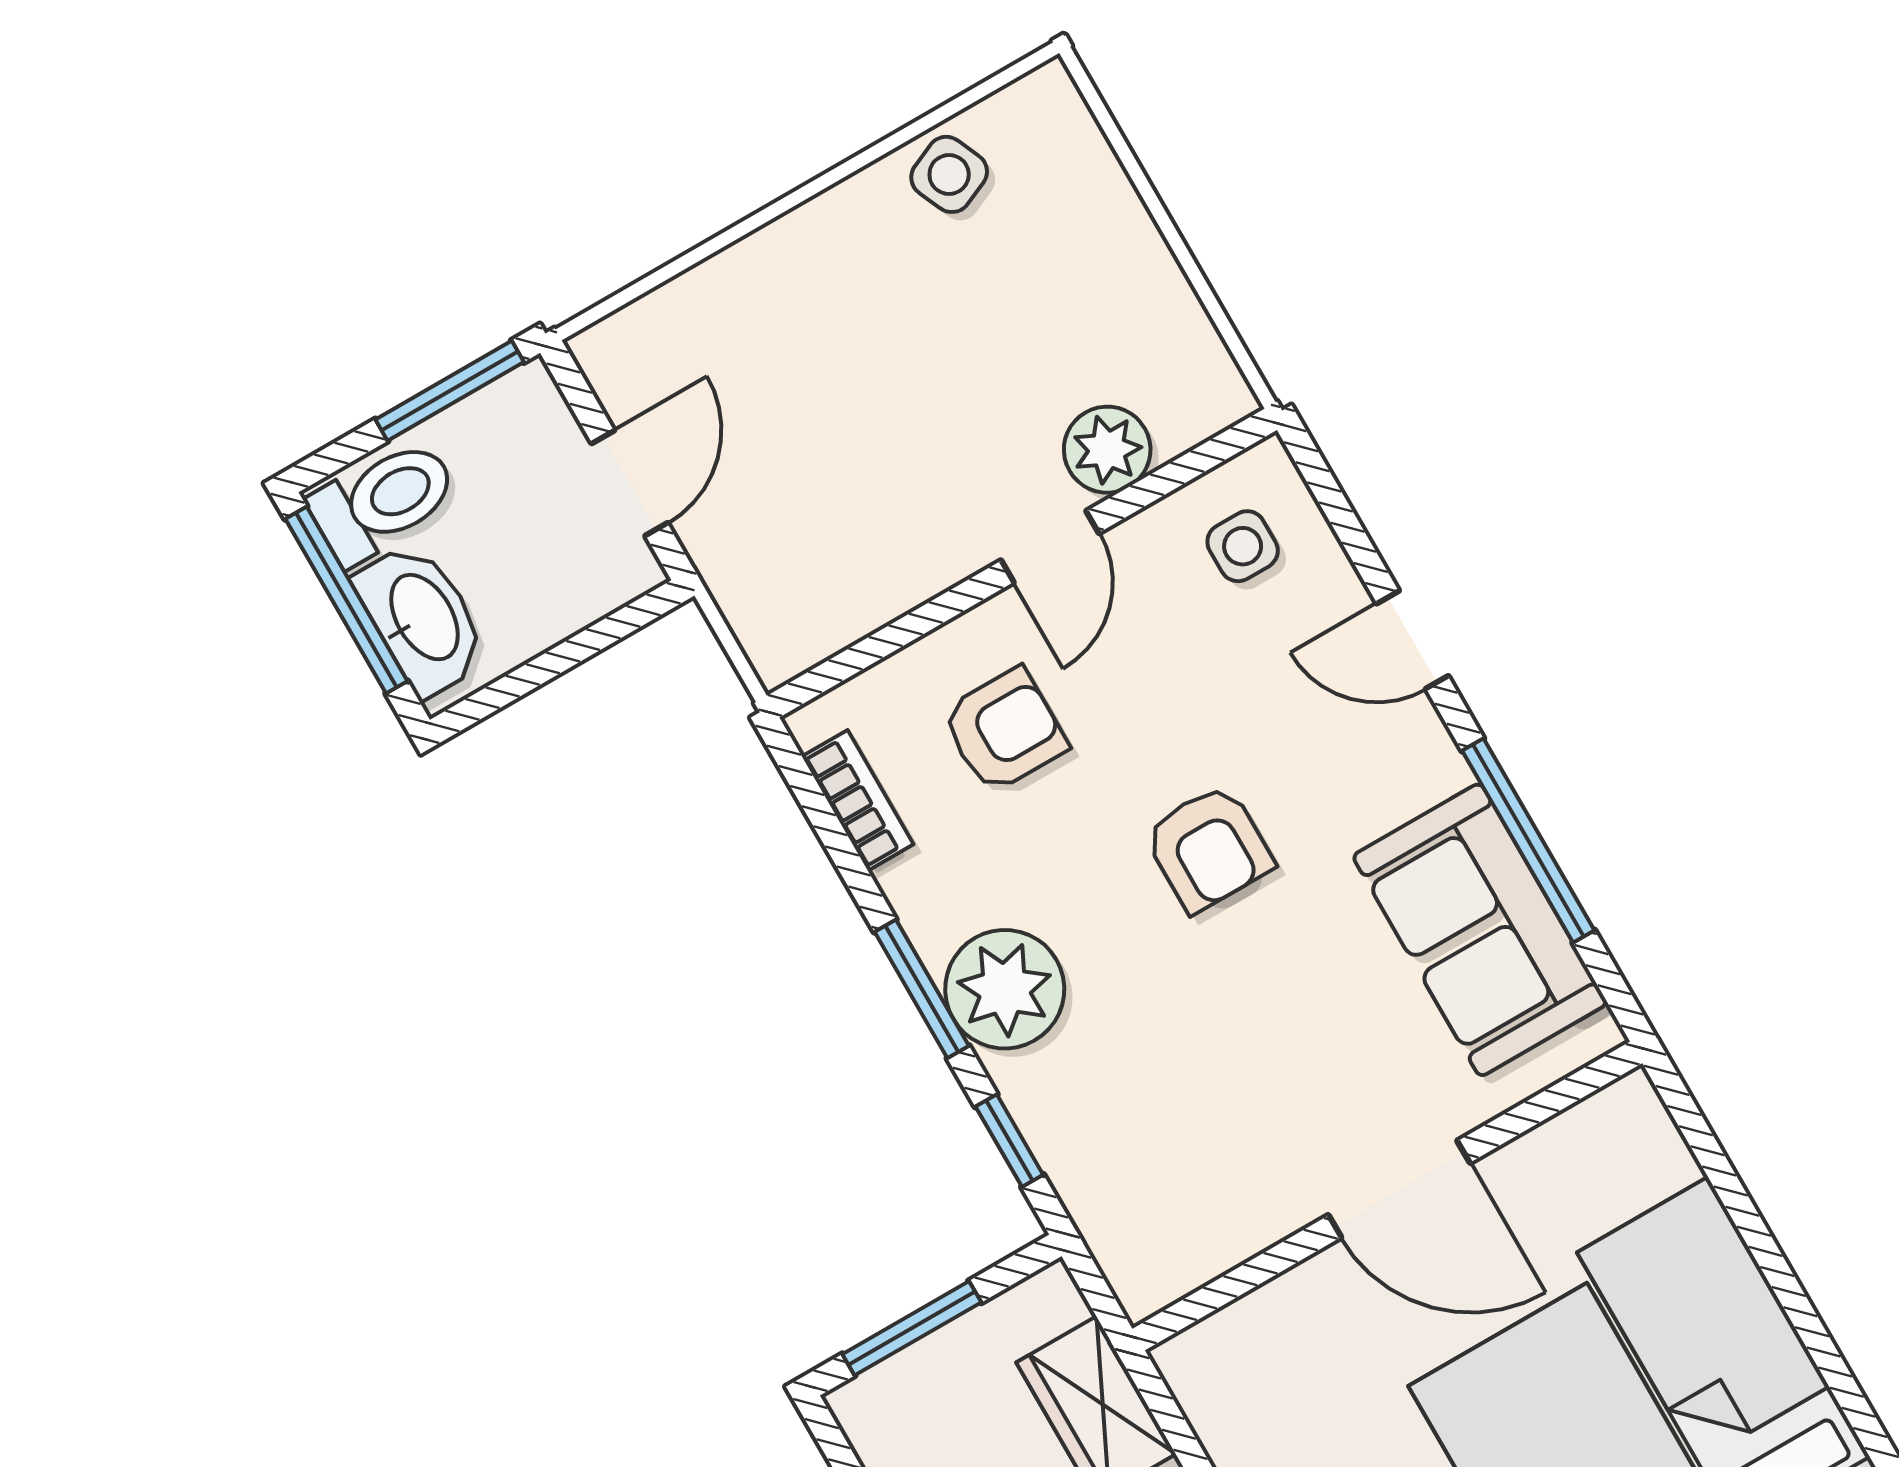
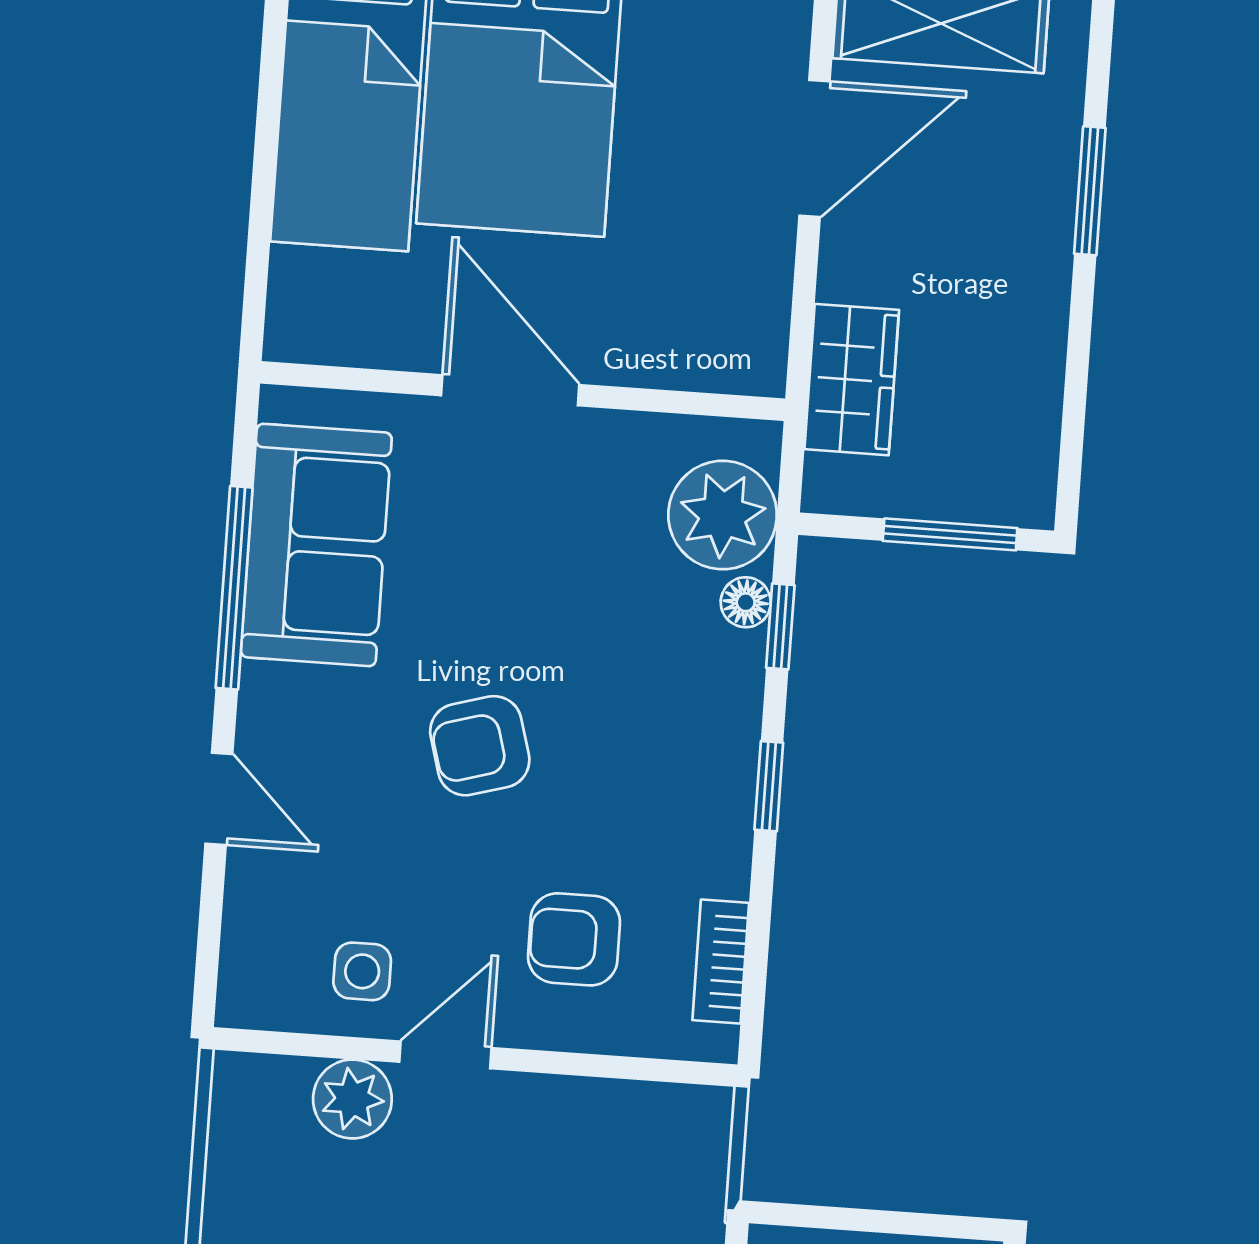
side table: (1243, 546) -> (362, 971), moved
armchair: (1209, 848) -> (480, 746), turned -106
window: (922, 989) -> (769, 786), width x0.67
plant: (1005, 989) -> (723, 515), moved
floor lamp: (1056, 1141) -> (746, 602), added

